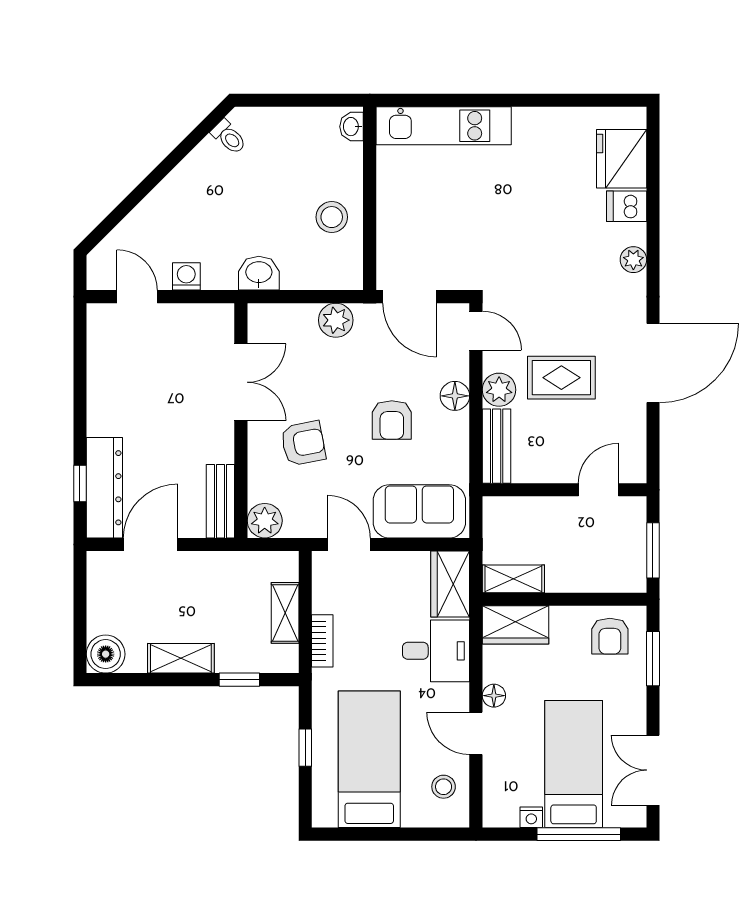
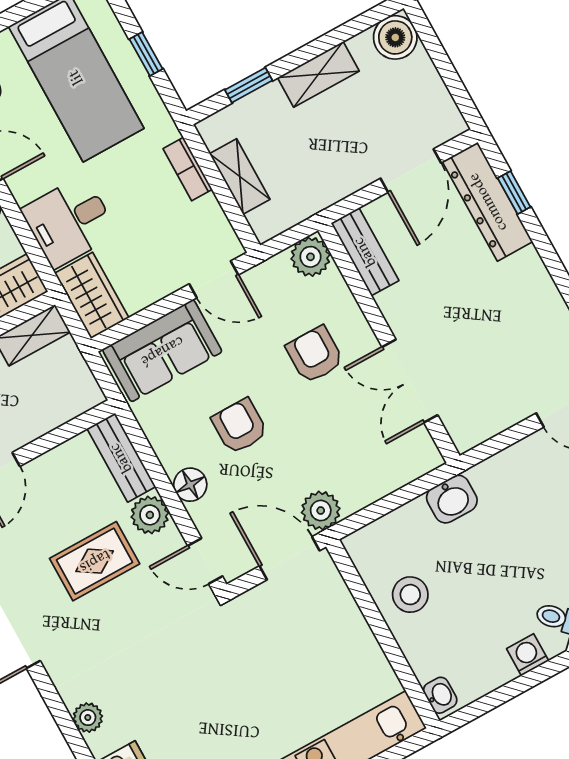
washing machine: (186, 276) -> (528, 655), moved, turned 180
plant: (336, 320) -> (321, 511), moved
armchair: (303, 443) -> (315, 355), turned 101

